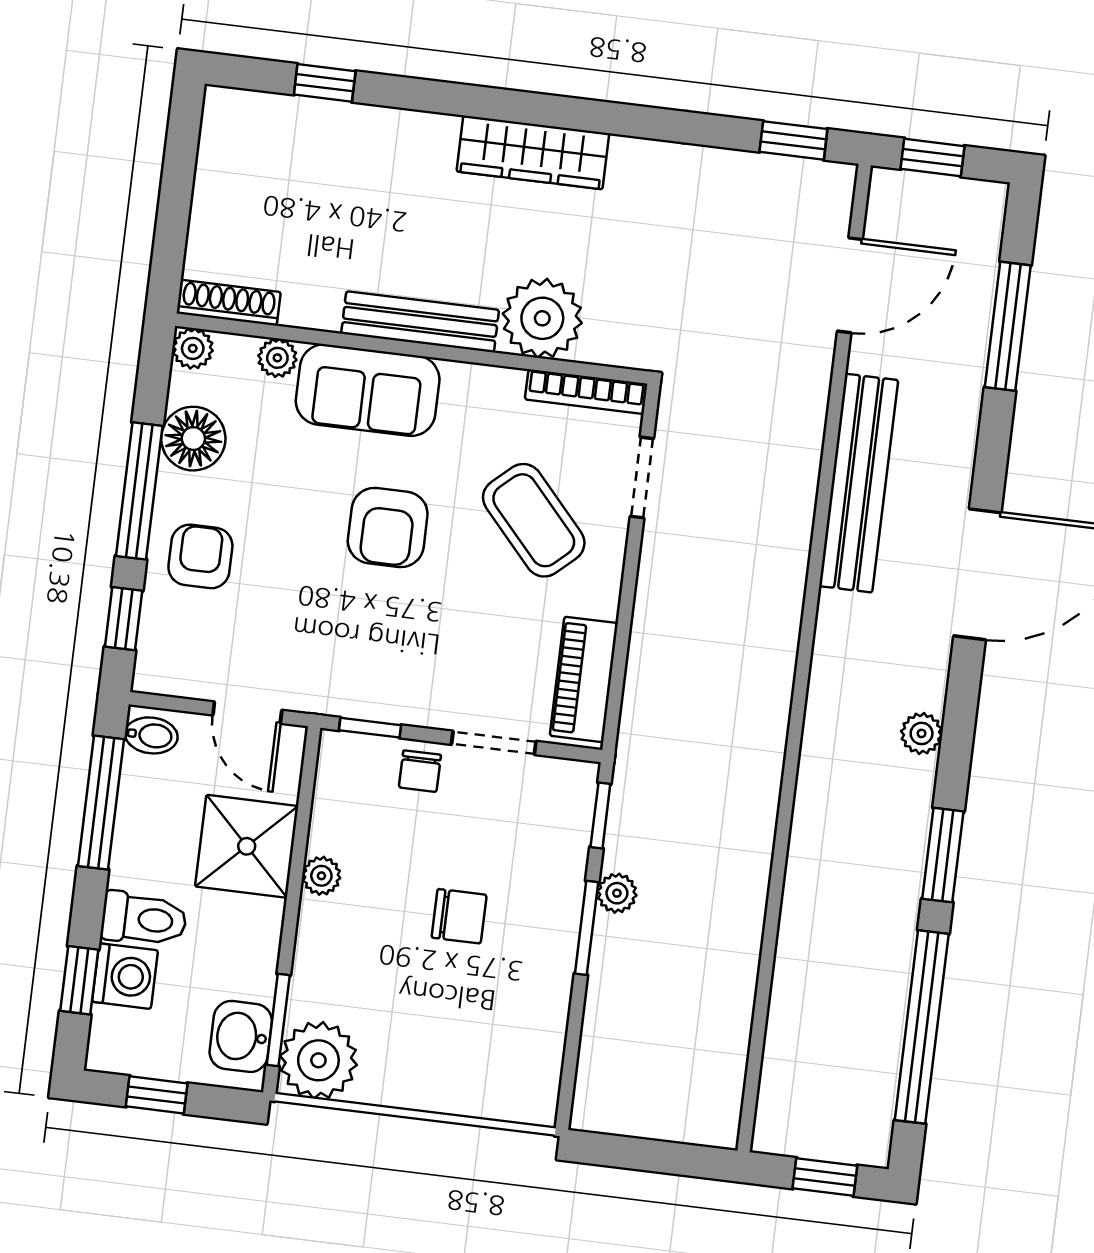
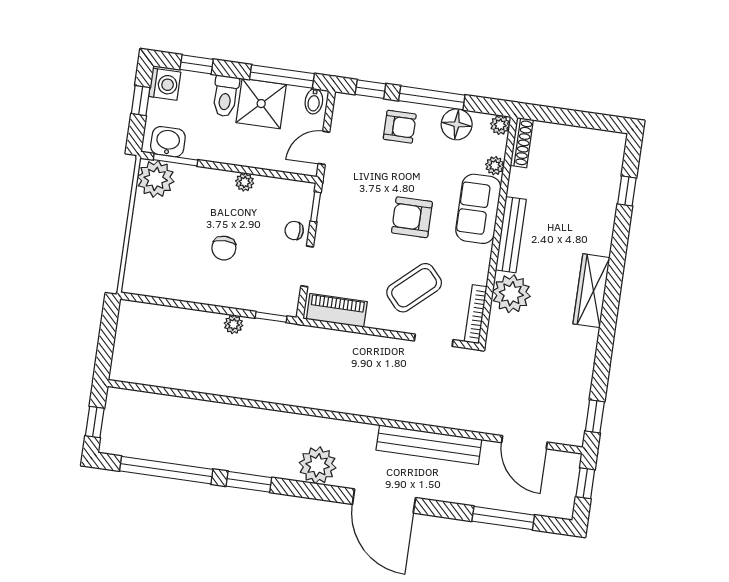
plant: (922, 733) -> (318, 465), width x1.88, depth x1.88
shower: (247, 846) -> (261, 104), moved
window: (587, 928) -> (217, 309), removed
washing machine: (125, 976) -> (165, 84), moved, turned -90

